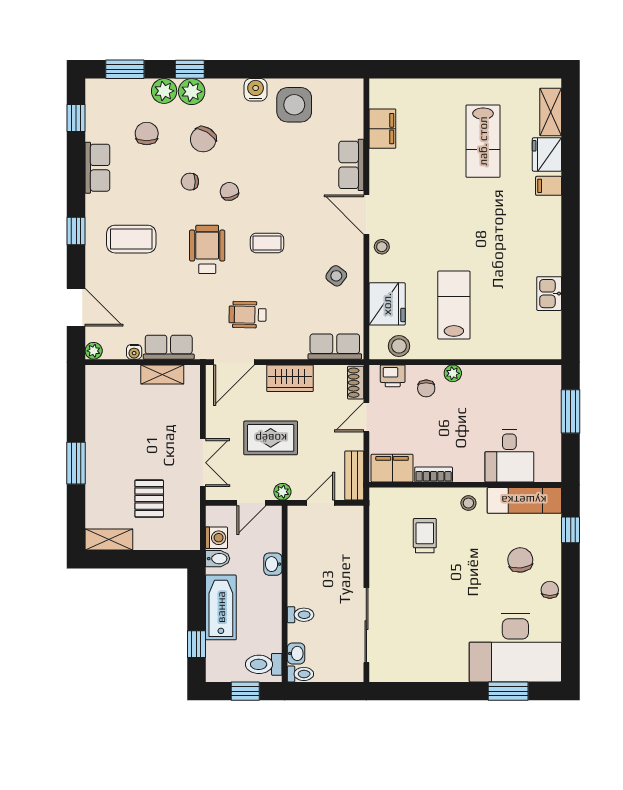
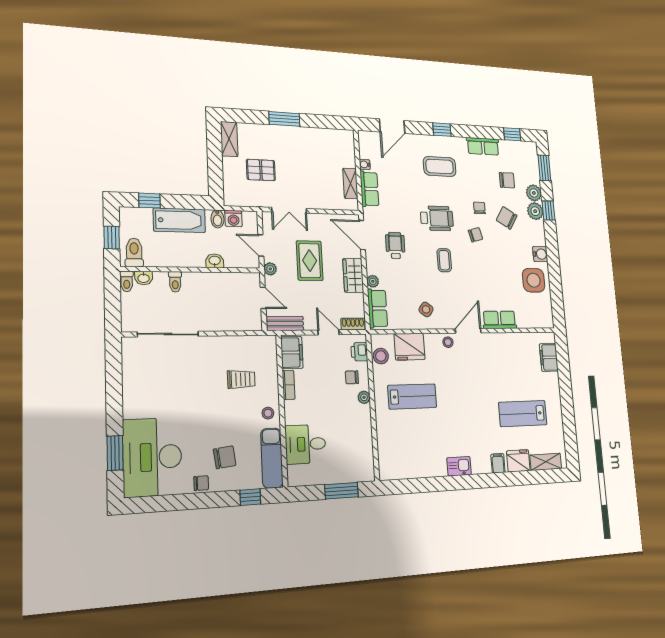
filing cabinet: (382, 129) -> (549, 357), moved, turned 90
coffee table: (131, 239) -> (440, 166), turned 90
kitchen sink: (549, 294) -> (459, 466), moved
plant: (94, 351) -> (373, 281), moved

